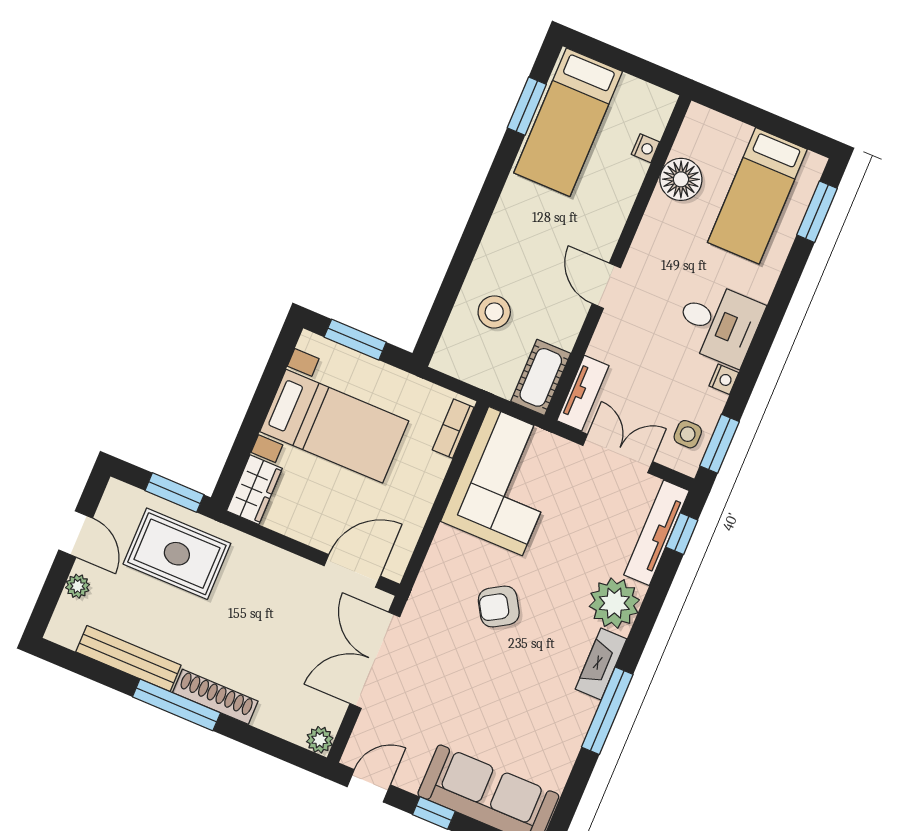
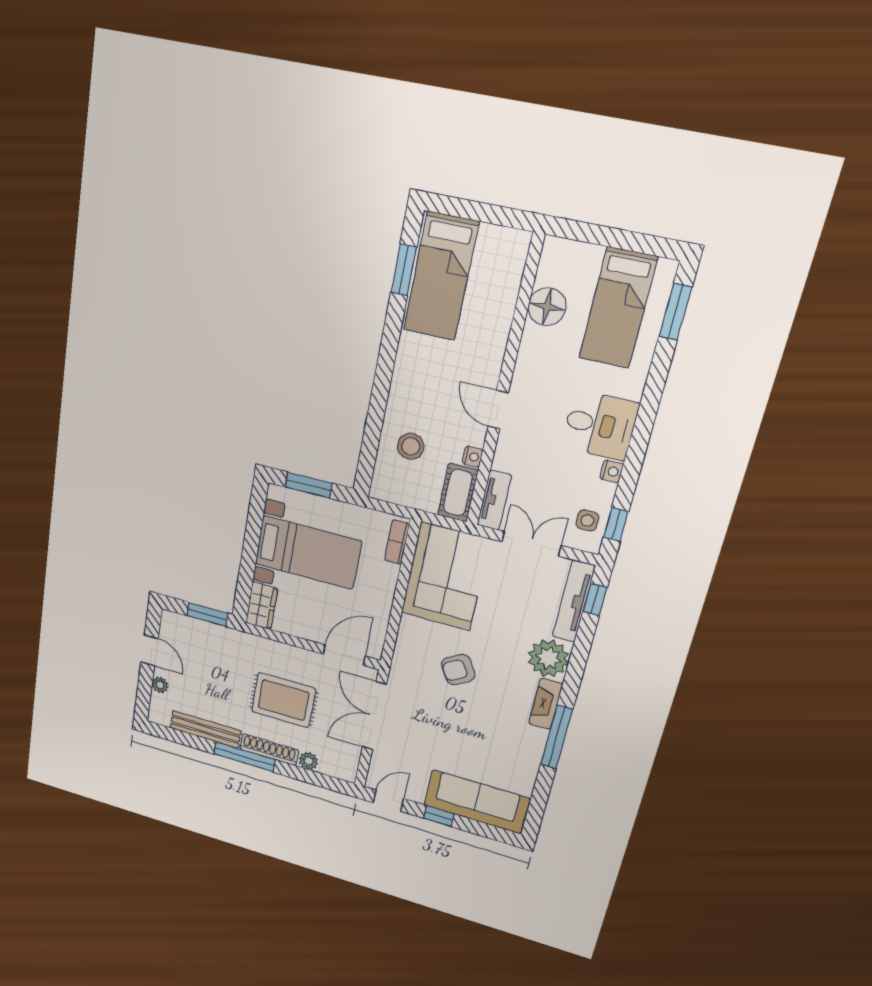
nightstand: (645, 148) -> (473, 457), moved
window: (720, 444) -> (616, 525), width x0.67
rug: (177, 554) -> (283, 700), moved
plant: (320, 740) -> (309, 761), moved

